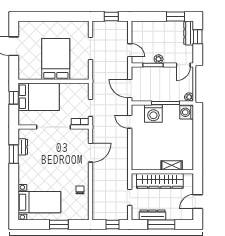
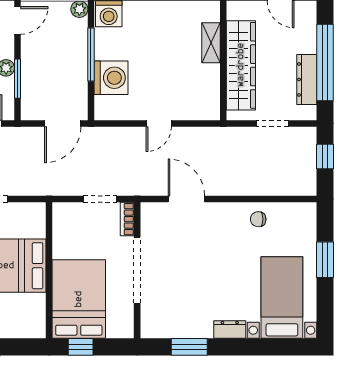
door: (183, 65) -> (18, 20), hinge flipped
door: (130, 122) -> (159, 123), moved
dresser: (23, 147) -> (230, 330), moved
window: (161, 225) -> (325, 62), width x1.46

